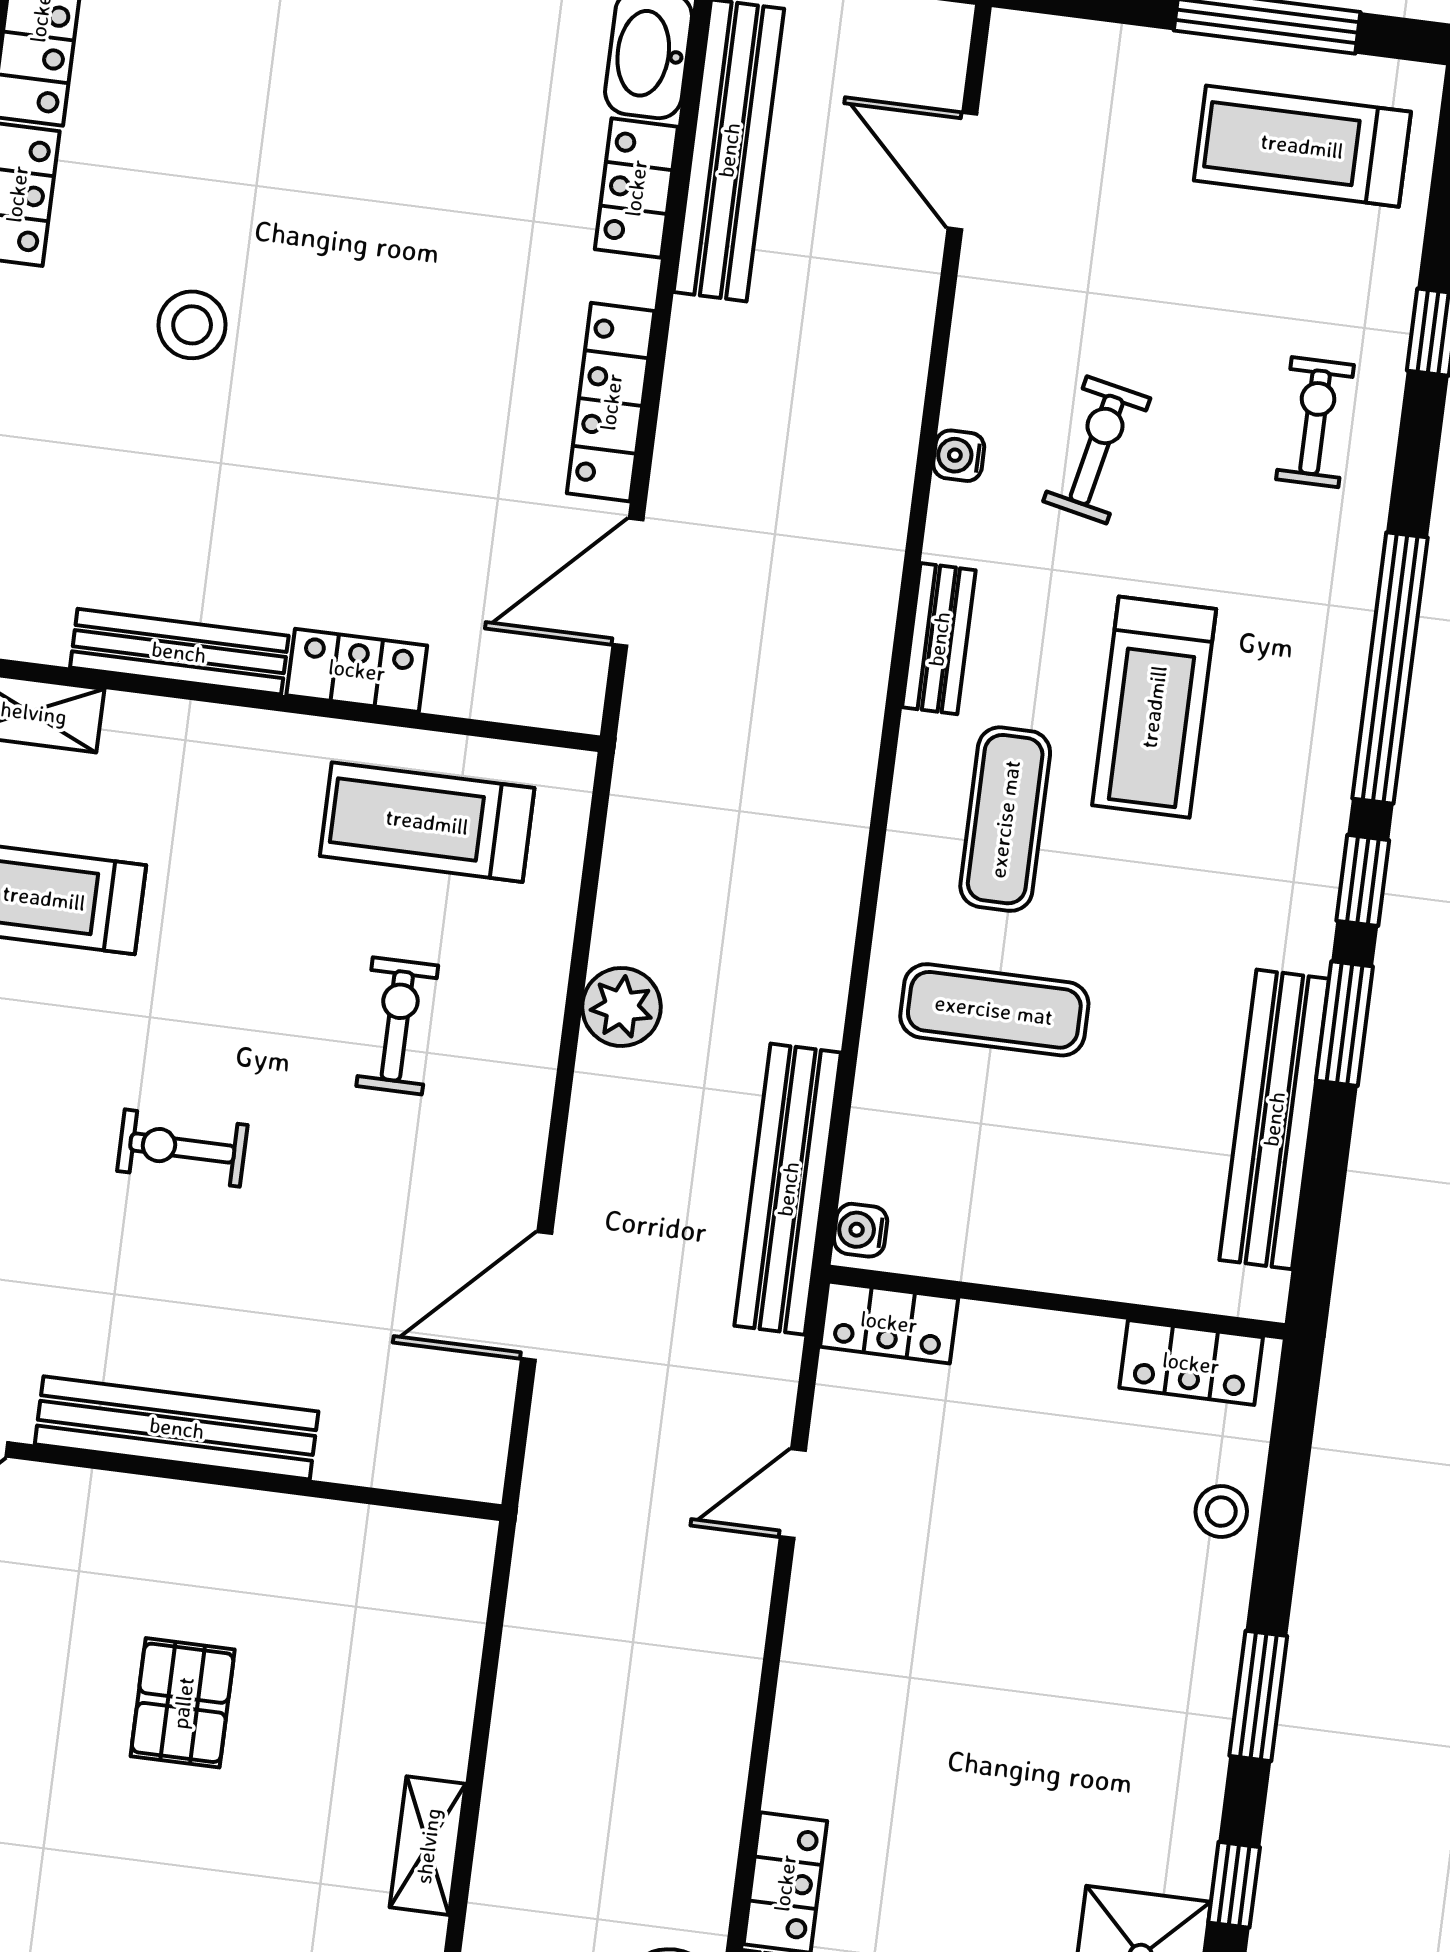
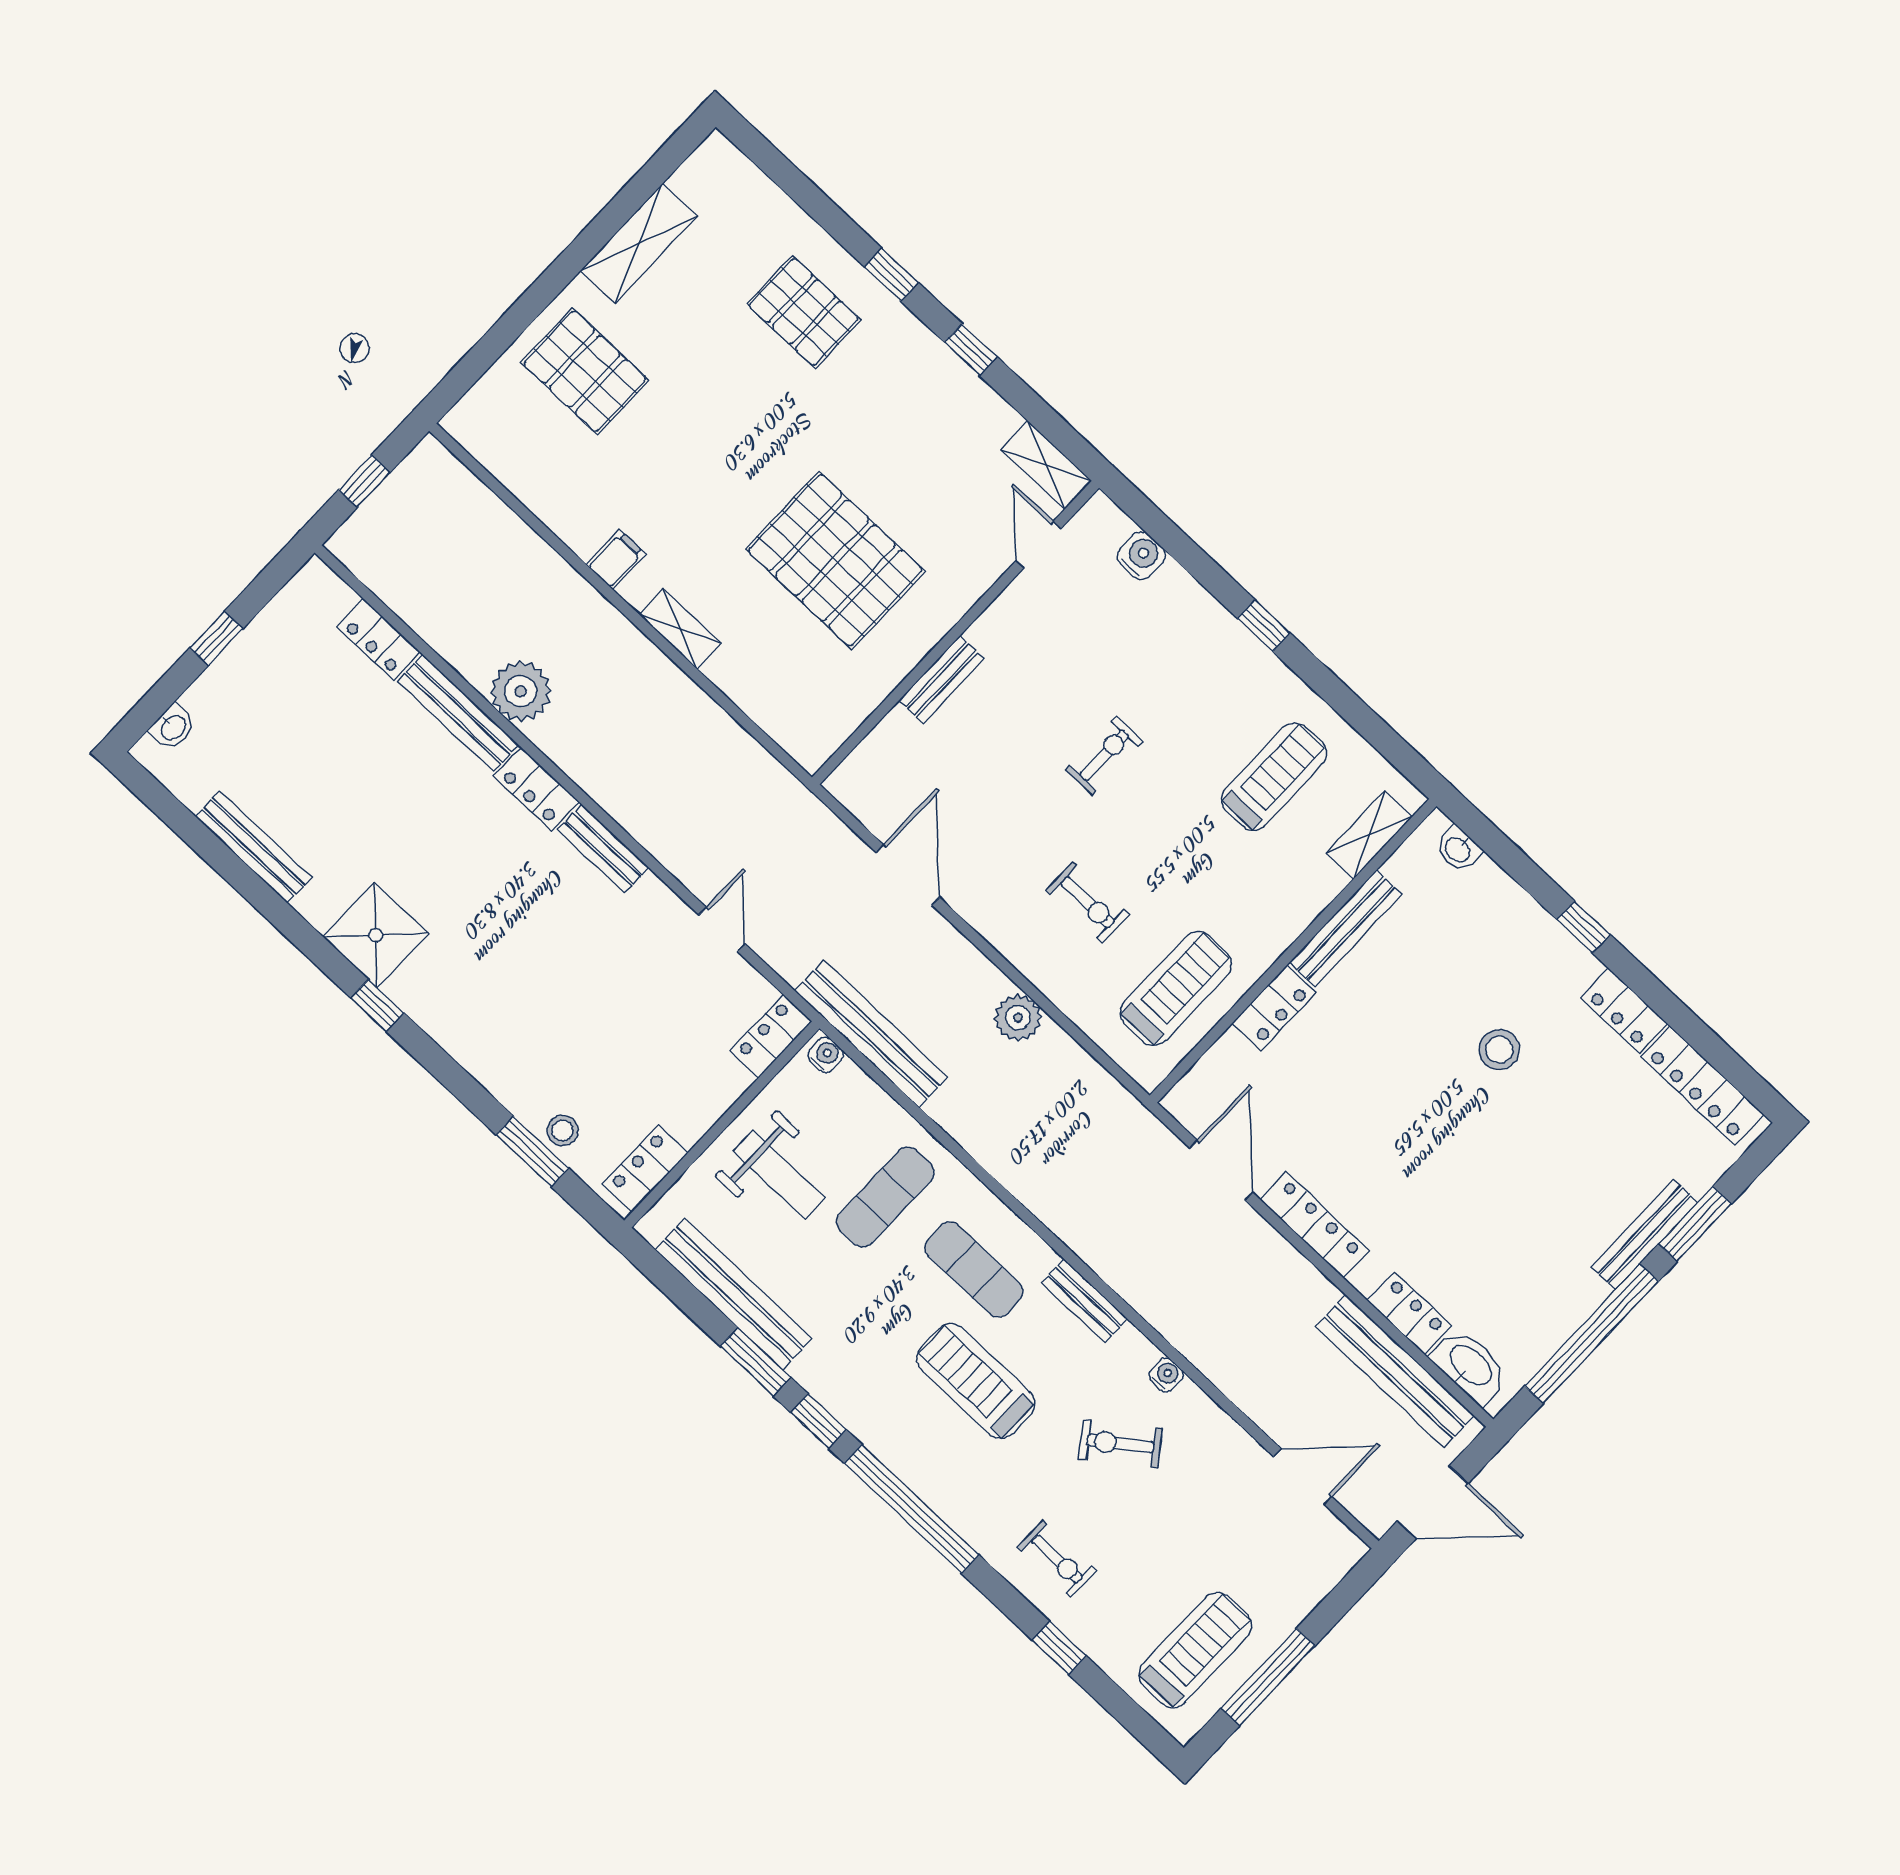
exercise bike: (1097, 450) -> (1121, 1444), turned 131
weight bench: (1068, 1176) -> (779, 1174), added
bench: (177, 1428) -> (942, 680), width x0.54, depth x0.82
window: (1258, 1696) -> (532, 1152), moved
pallet: (183, 1703) -> (835, 560), width x2.05, depth x2.00
bench: (800, 1734) -> (603, 849), added

